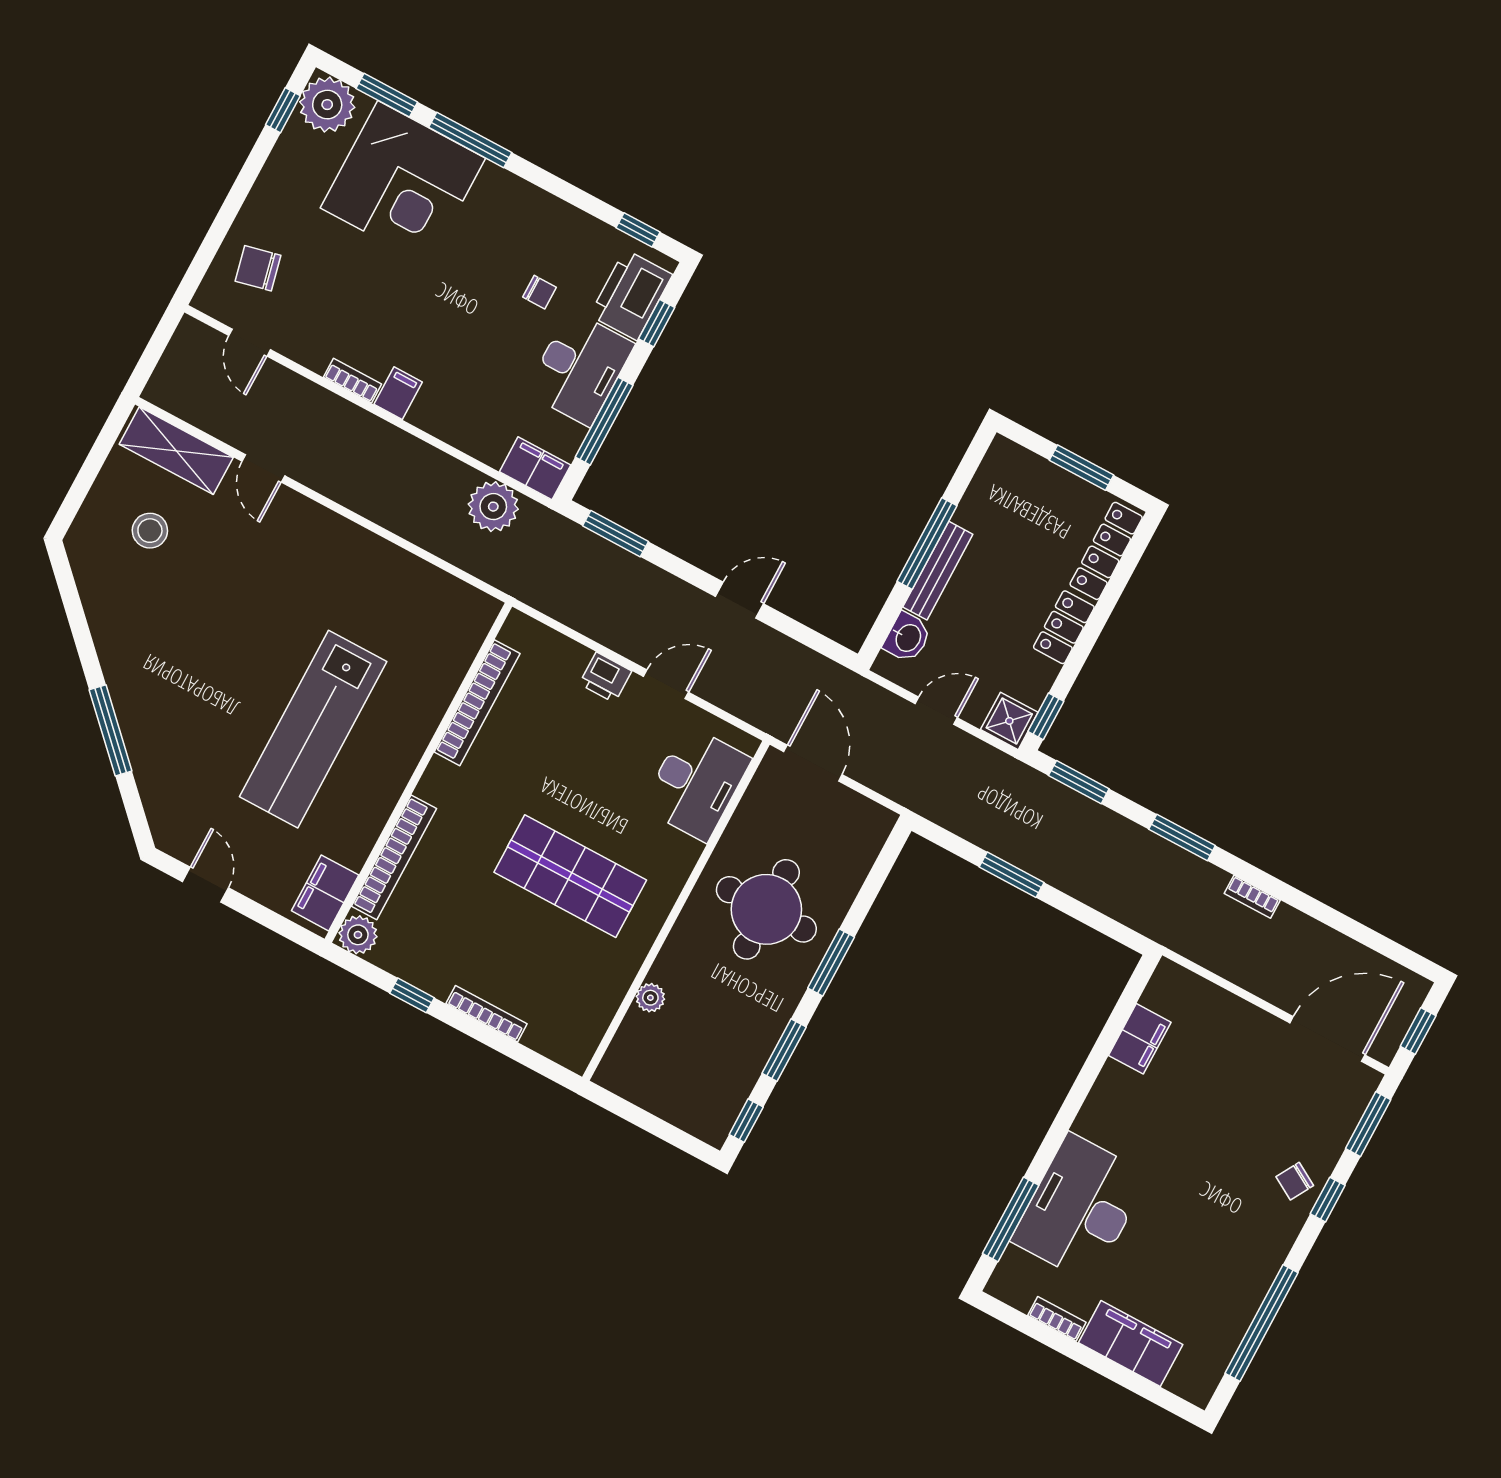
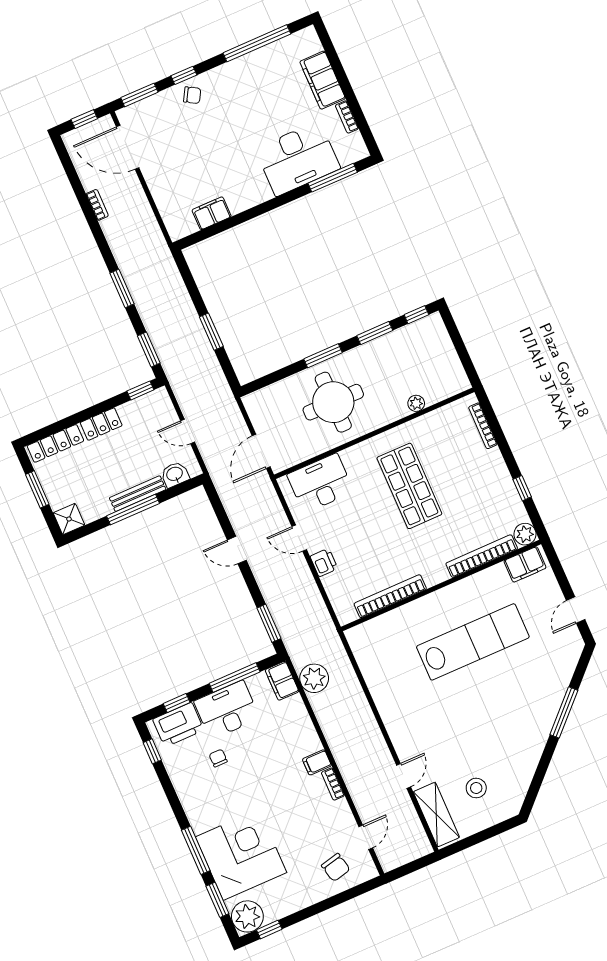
shower: (1009, 721) -> (69, 519), moved
bookcase: (1252, 897) -> (97, 205), moved
bookcase: (486, 1014) -> (483, 426), moved

